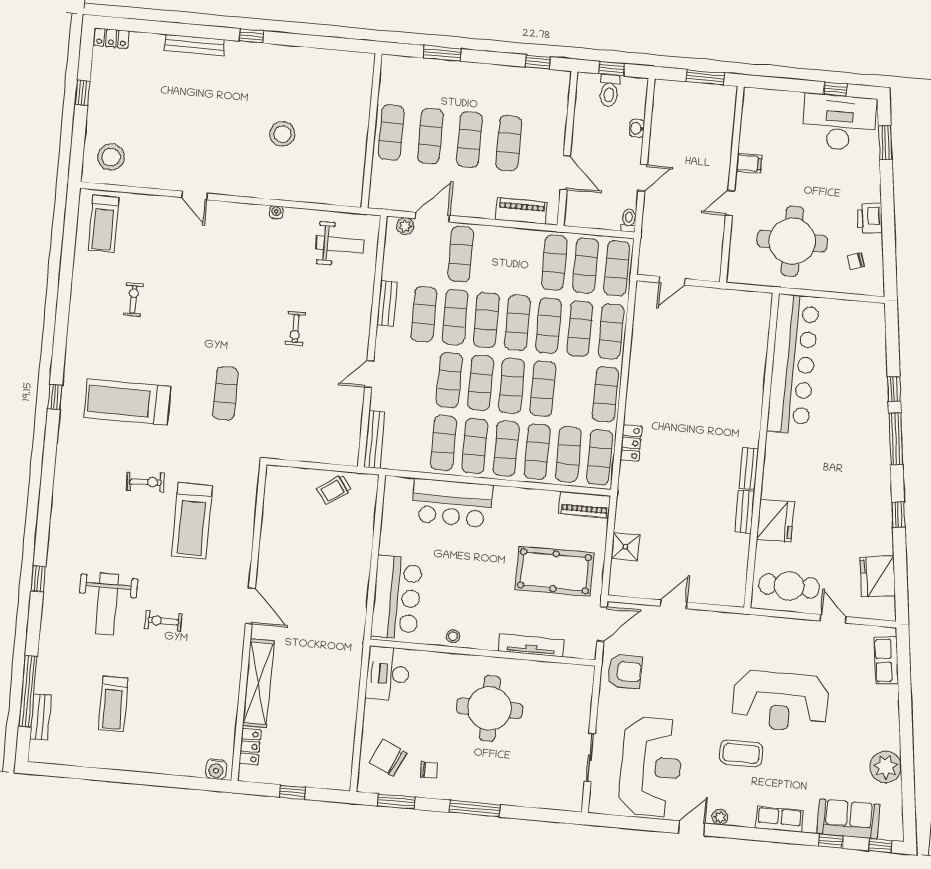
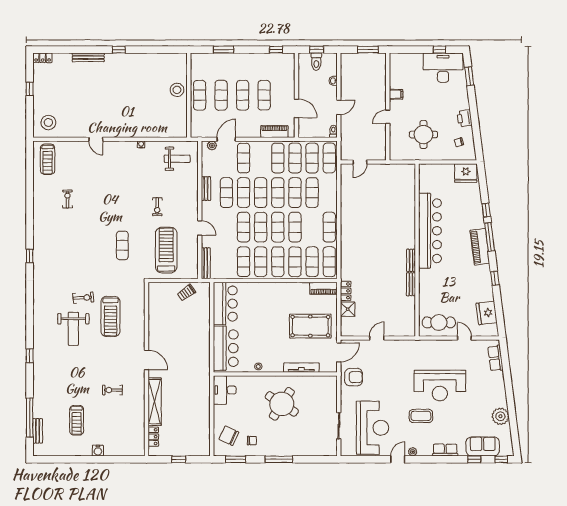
stool: (282, 134) -> (177, 90), moved
round table: (792, 241) -> (423, 135), width x0.73, depth x0.73
exercise mat: (611, 331) -> (278, 158), moved
bar counter: (793, 364) -> (430, 231), moved
door: (369, 374) -> (200, 228), swing flipped
treadmill: (127, 402) -> (166, 250), moved, turned 90
locker: (631, 443) -> (346, 291), moved
piano: (876, 455) -> (480, 247), added
bar counter: (452, 503) -> (225, 304), moved, turned -90
fridge: (775, 521) -> (466, 173), moved, turned 90
weight bench: (107, 604) -> (73, 329), moved
exercise bike: (163, 621) -> (112, 390), moved
round table: (490, 708) -> (282, 404), turned 33
water cooler: (216, 769) -> (98, 451), moved

